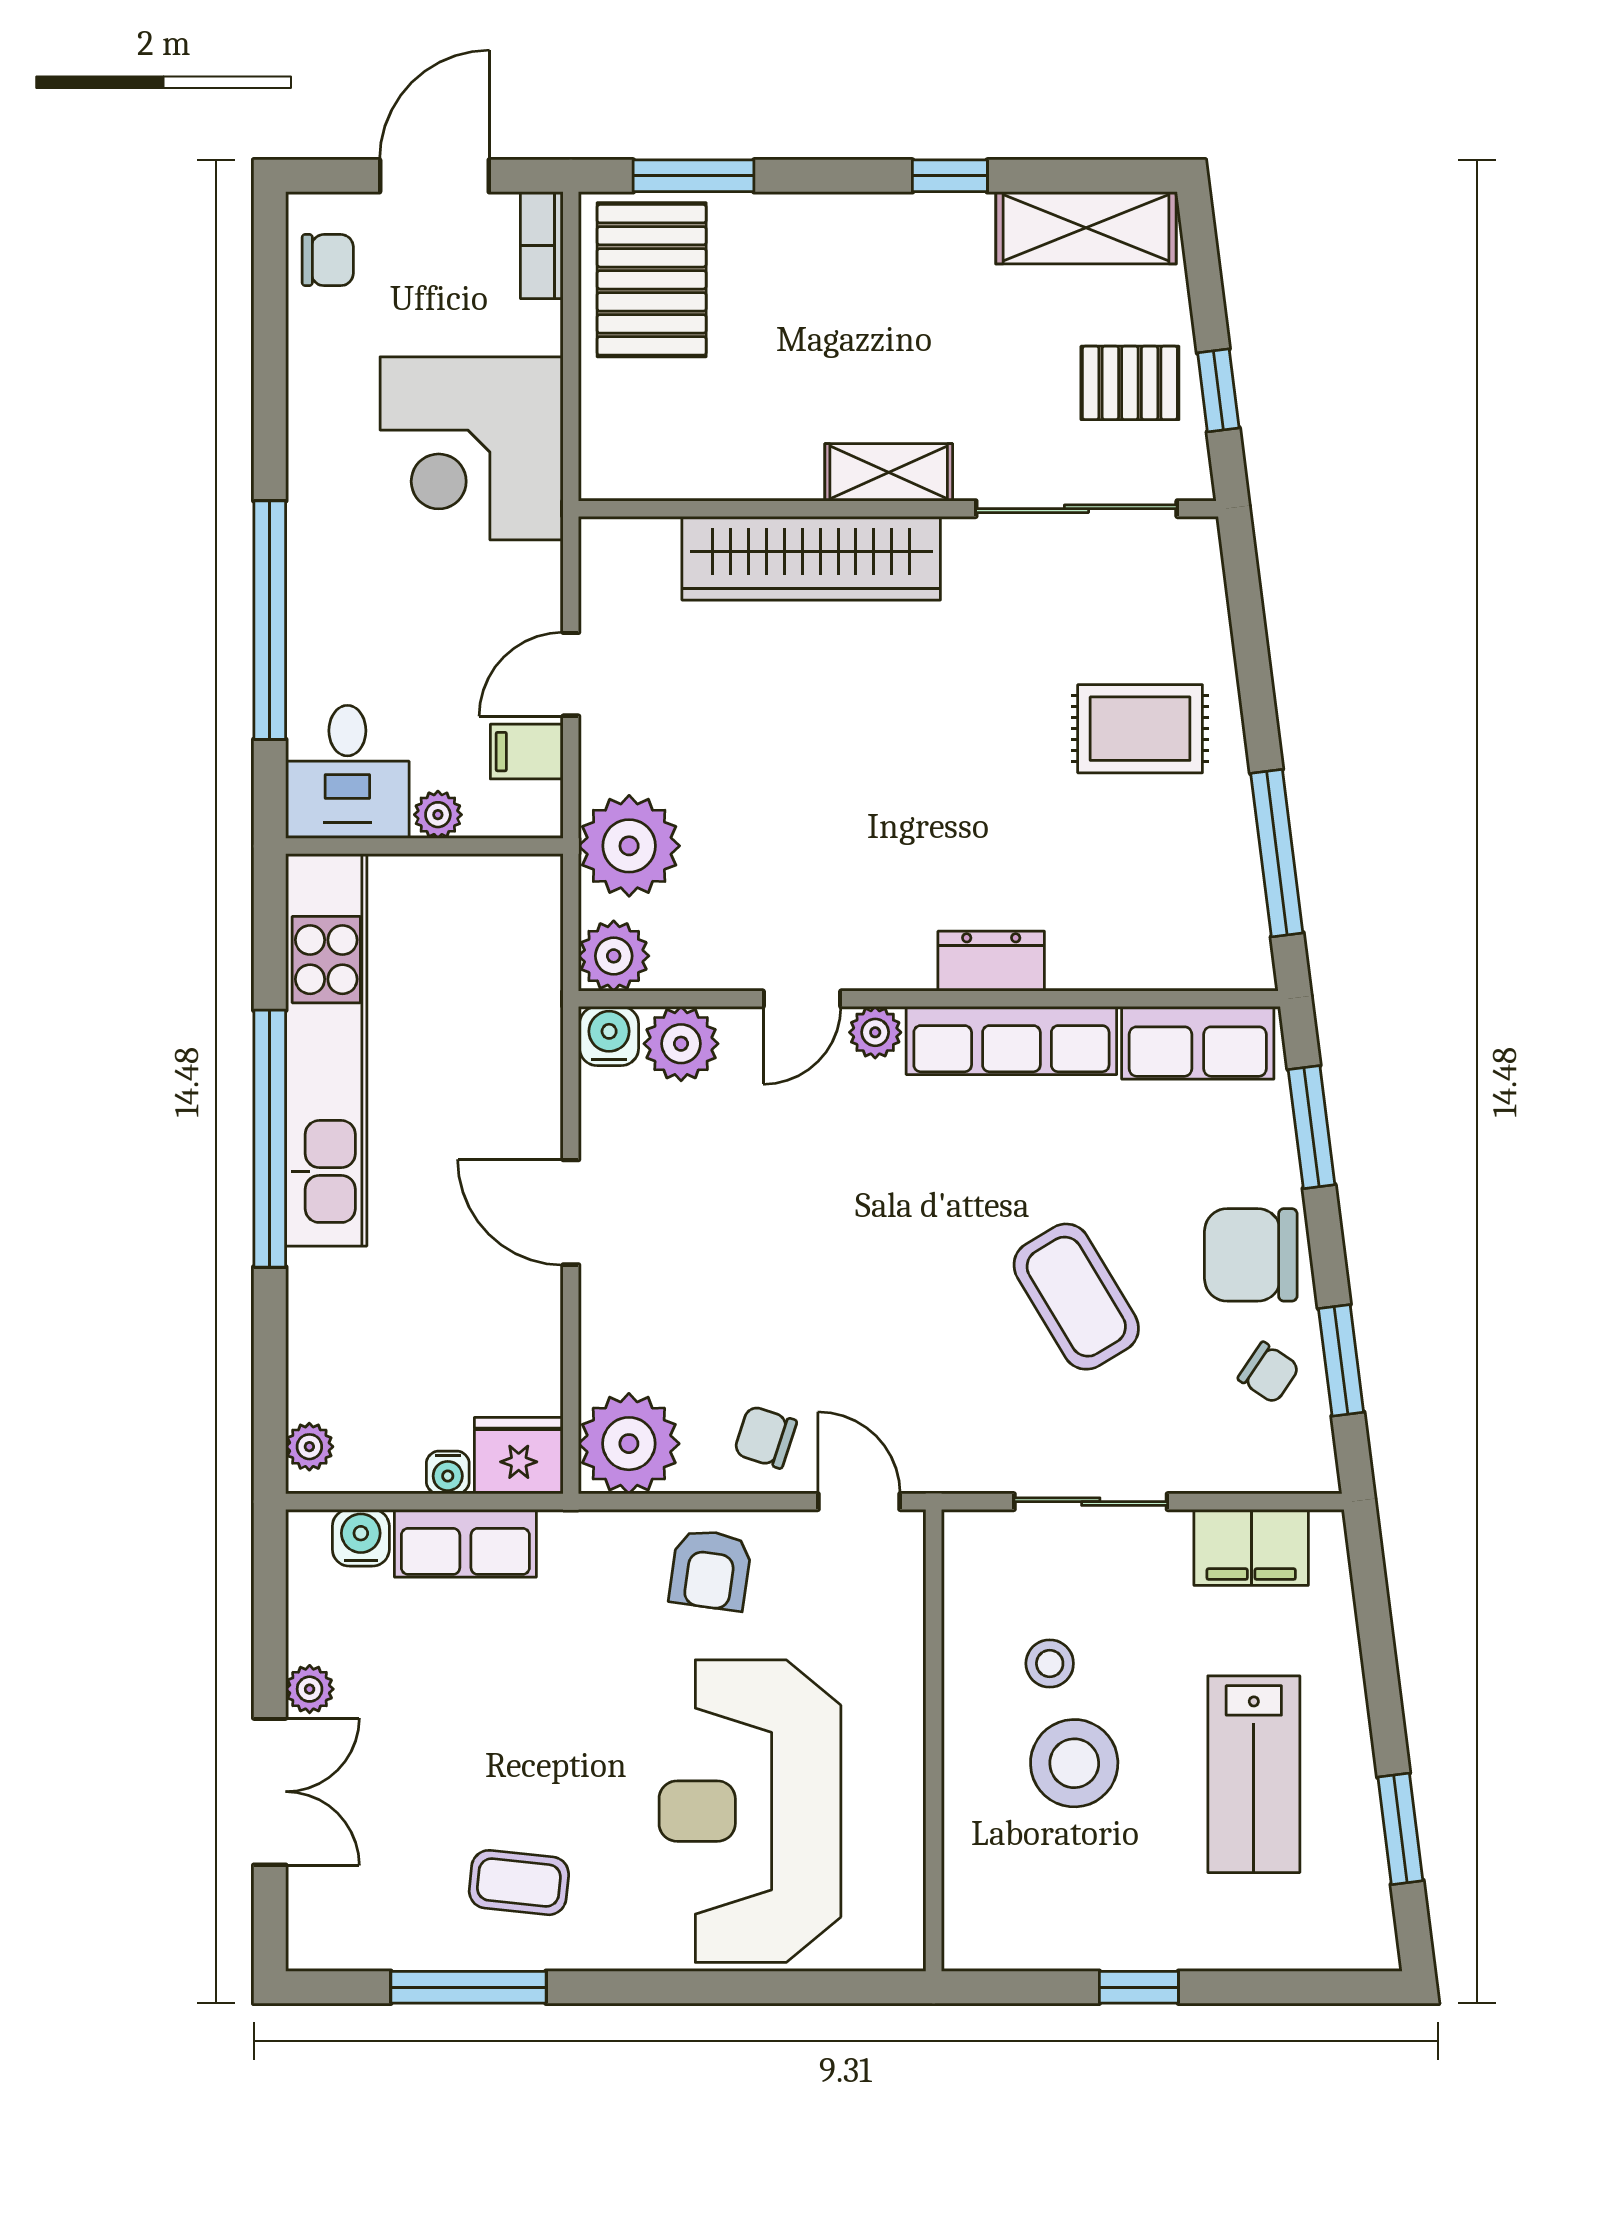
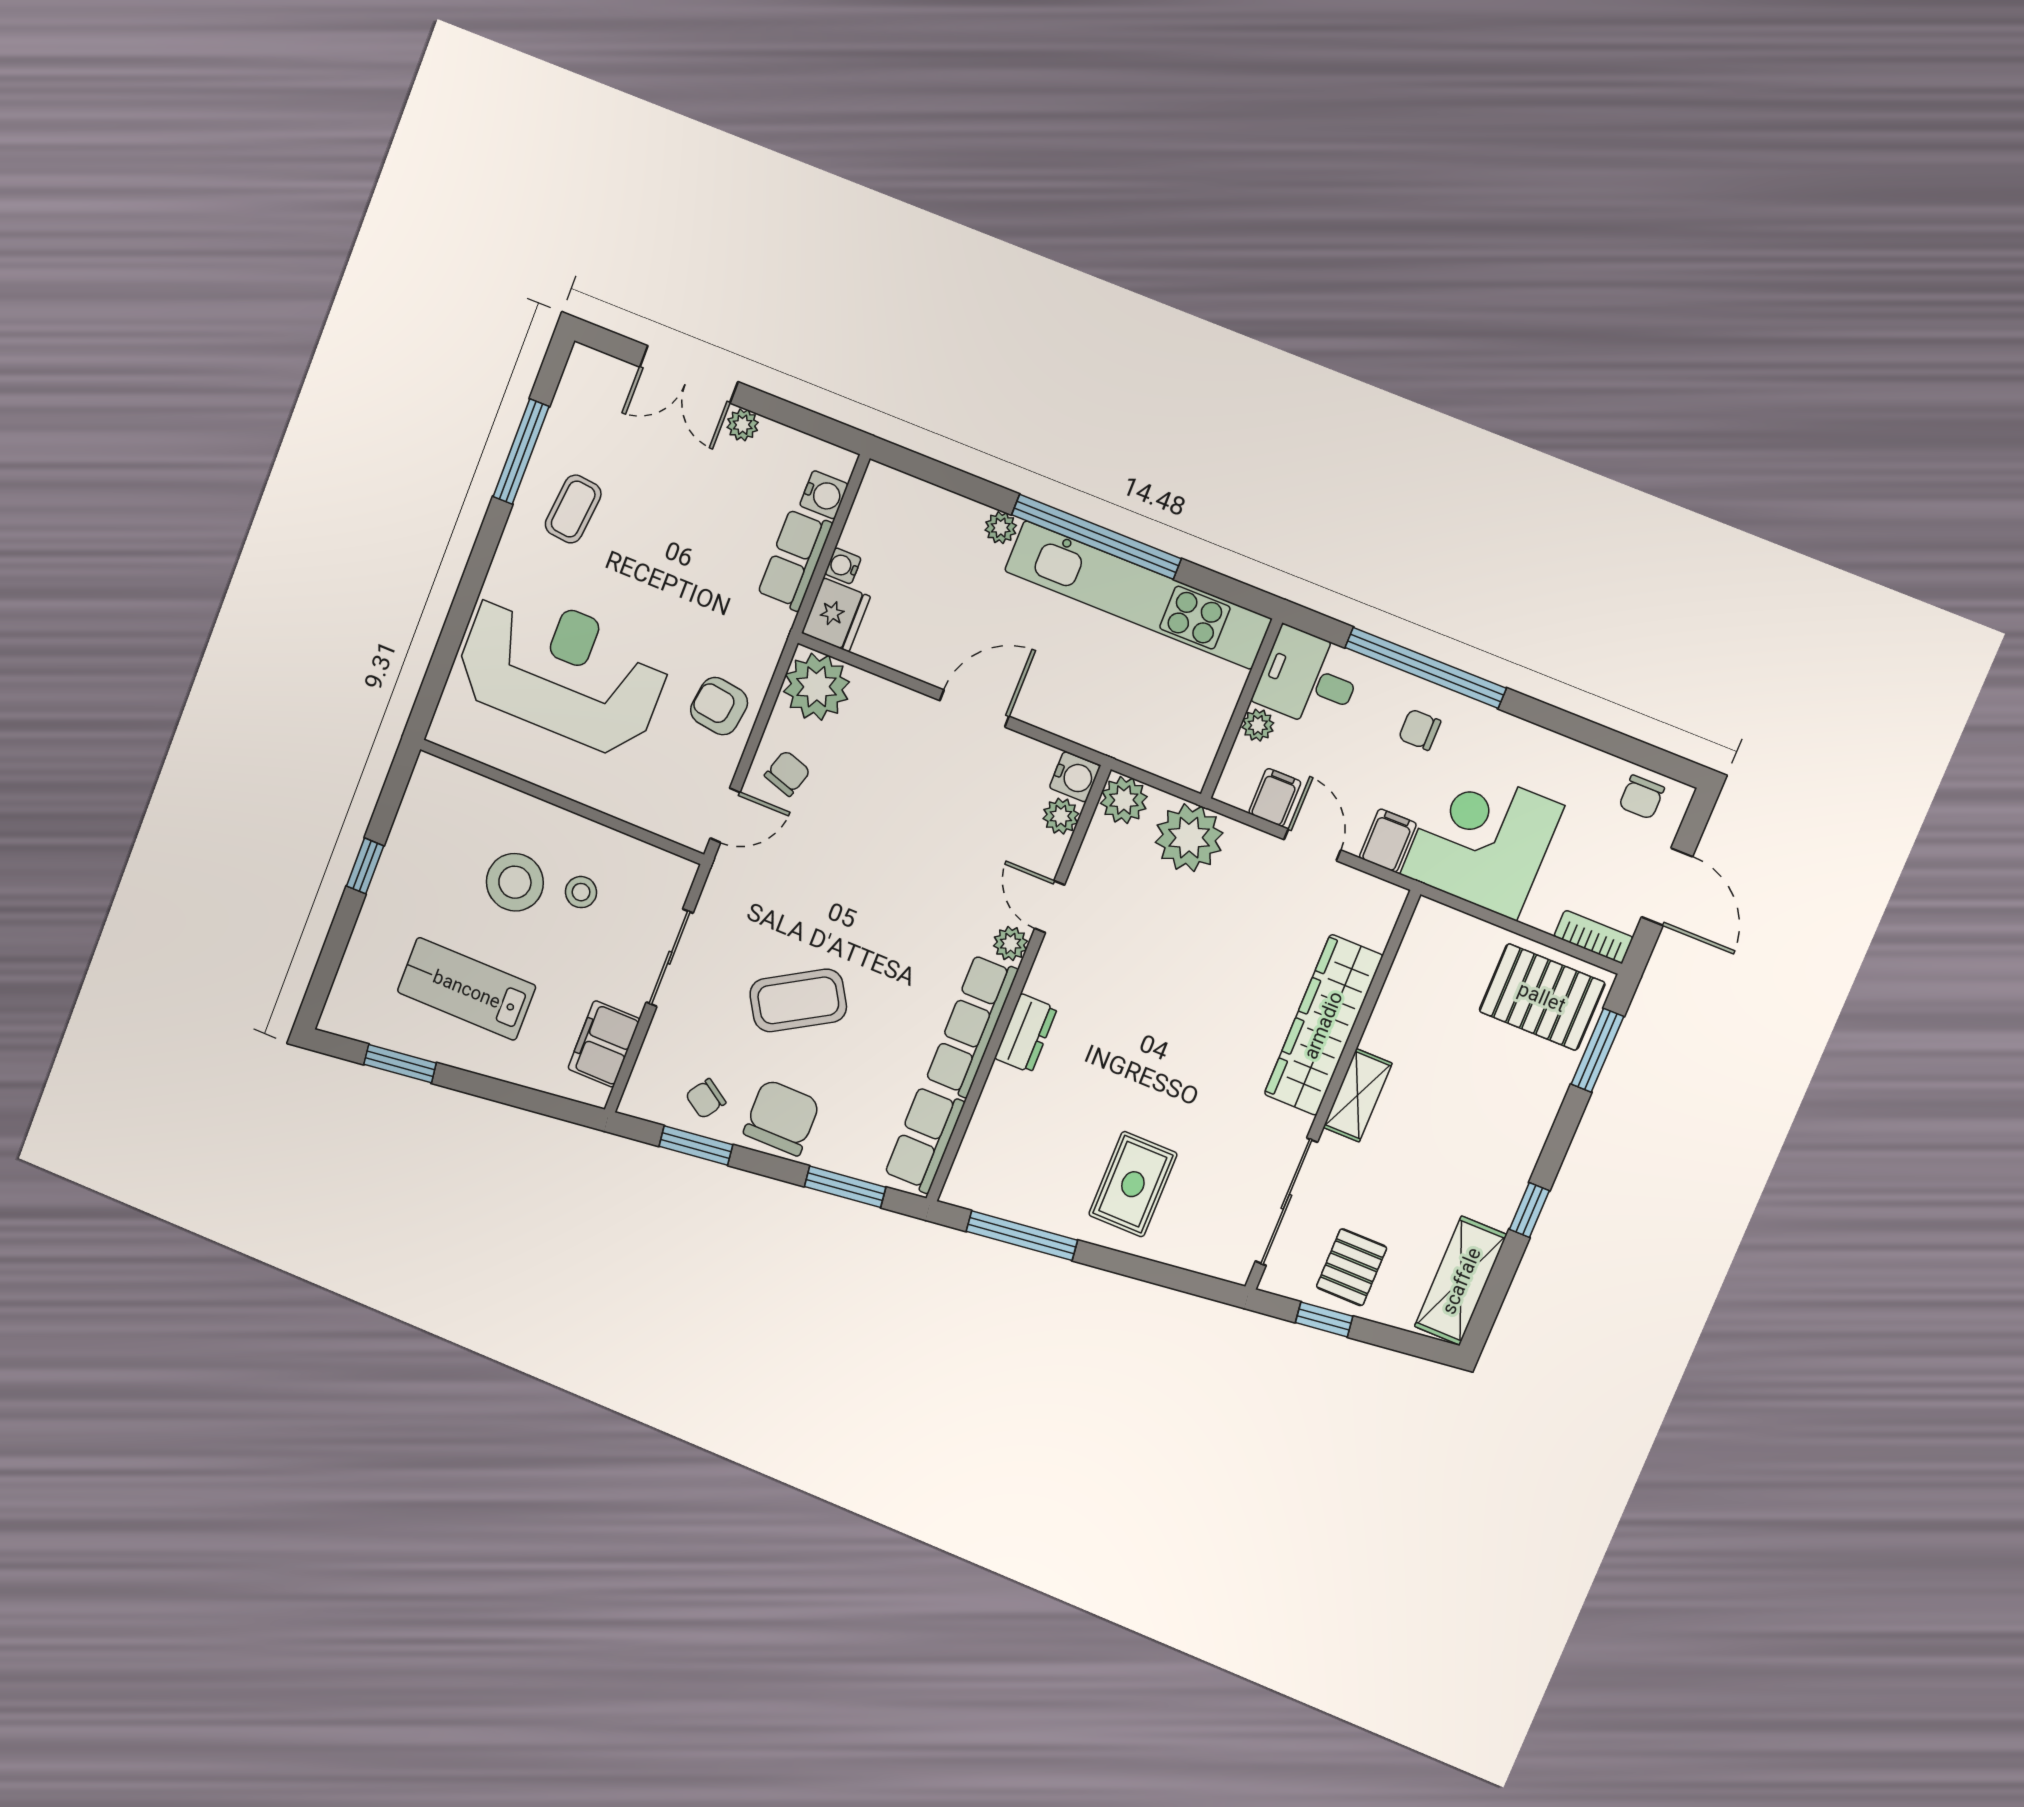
filing cabinet: (524, 575) -> (1388, 841), added
chair: (356, 594) -> (1420, 730), added
plant: (681, 1044) -> (1061, 816), width x0.73, depth x0.73
plant: (309, 1447) -> (1001, 528), moved

